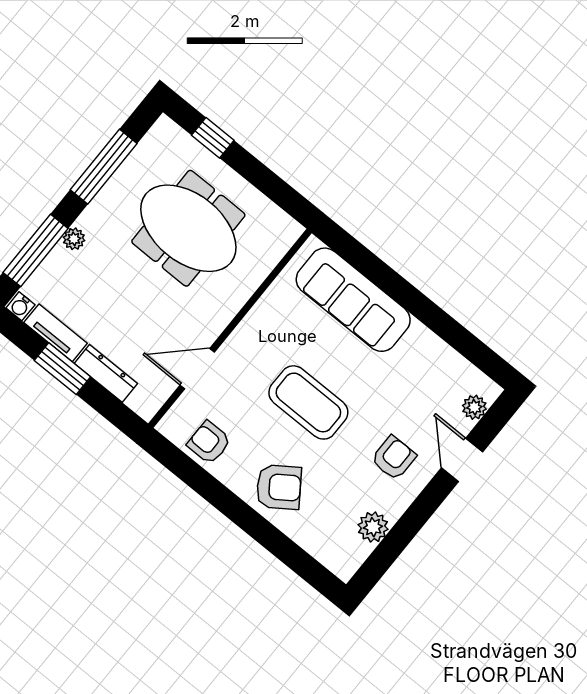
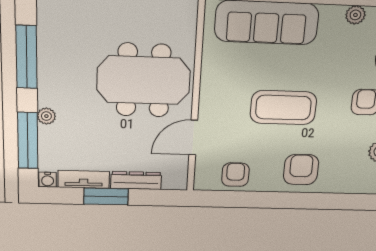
meeting table: (188, 228) -> (143, 80), moved
plant: (443, 355) -> (355, 15), added
armchair: (209, 442) -> (235, 175), turned 90
armchair: (279, 487) -> (301, 170), turned -55

